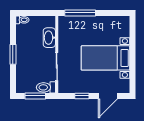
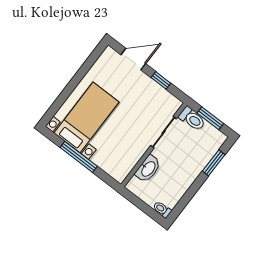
window: (80, 13) -> (79, 157), moved
window: (13, 54) -> (214, 163), moved
bed with nightstands: (106, 58) -> (86, 117), moved, turned -90

